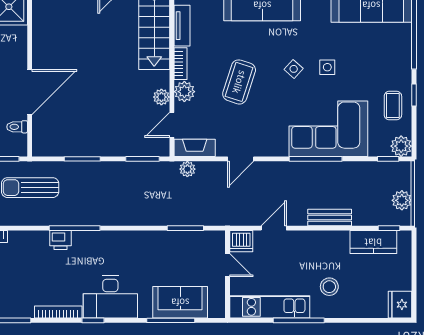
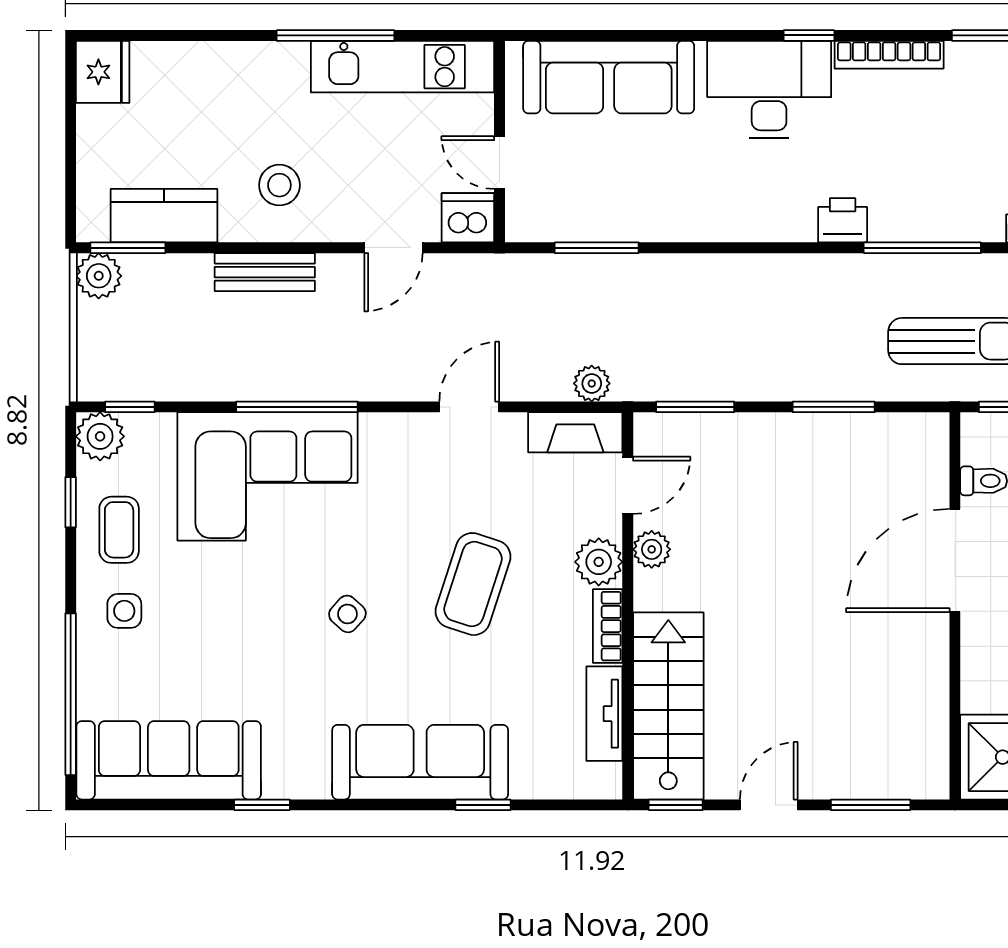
side table: (327, 67) -> (124, 611), moved
window: (414, 95) -> (71, 502), moved
plant: (402, 200) -> (99, 276), moved
window: (75, 228) -> (922, 248), moved
window: (389, 228) -> (128, 248), width x1.50
printer: (60, 240) -> (843, 220), moved
stool: (329, 287) -> (279, 185), moved
sofa: (180, 302) -> (609, 77), width x1.36
window: (171, 320) -> (630, 35), removed

